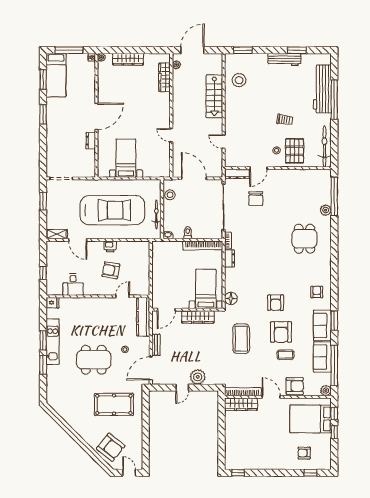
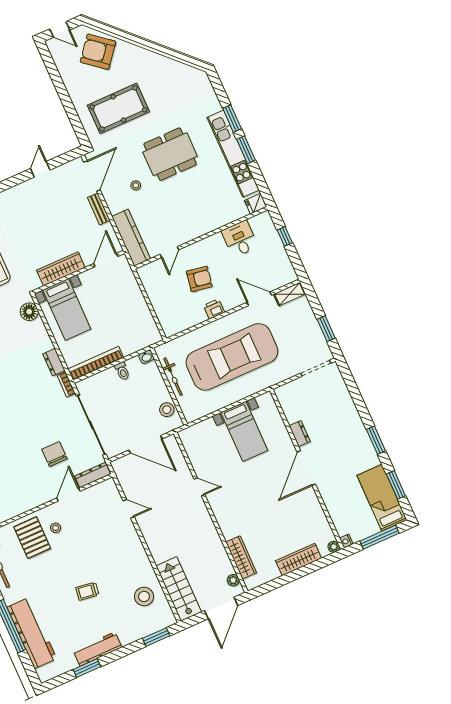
stairs: (214, 96) -> (179, 589), moved
trolley: (285, 120) -> (87, 591), moved
car: (112, 210) -> (232, 357), turned 180
kitchen unit: (53, 342) -> (233, 154), width x1.36
plant: (198, 377) -> (27, 192), removed

